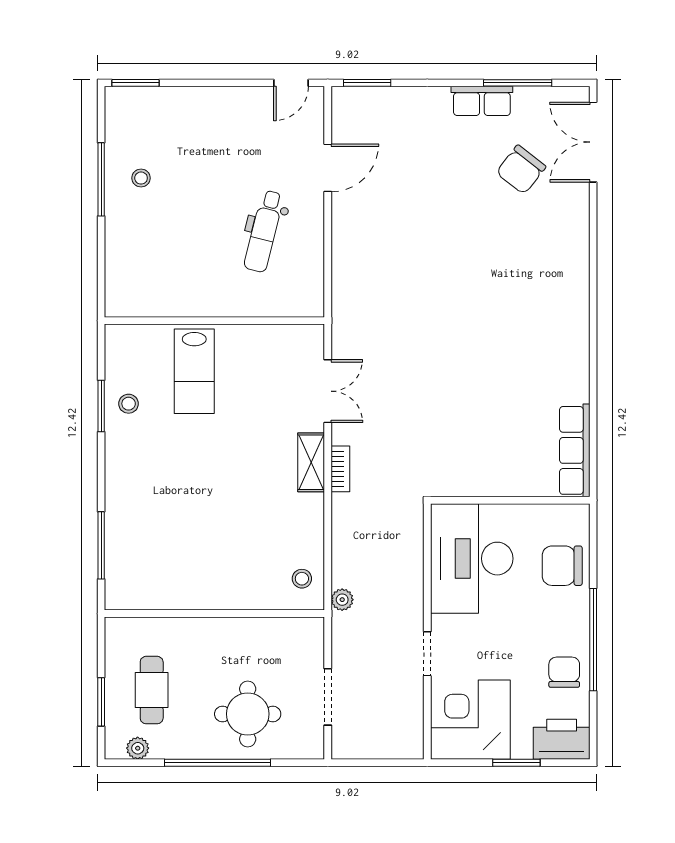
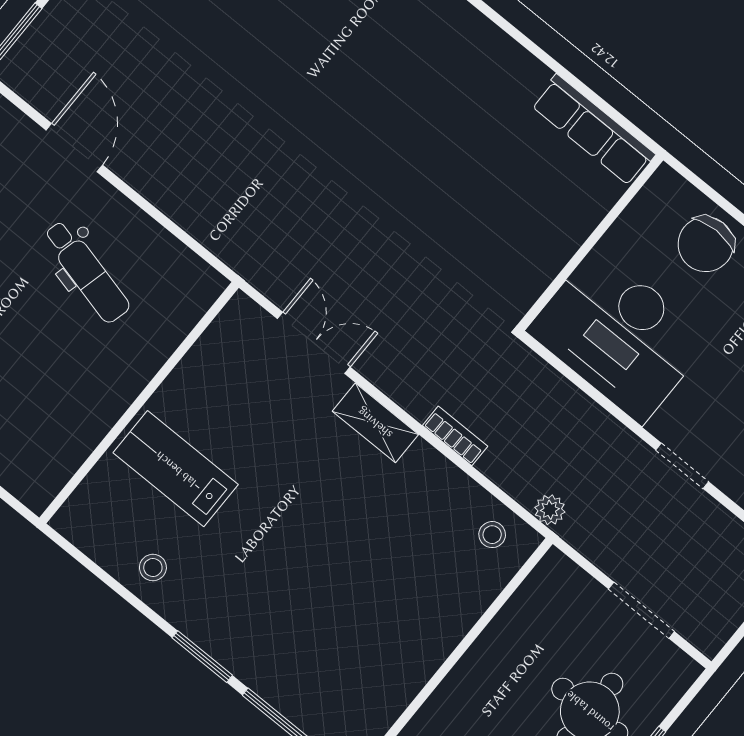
lab bench: (194, 371) -> (176, 469), turned 180
window: (101, 406) -> (202, 657), moved
bookcase: (340, 469) -> (455, 436), moved

